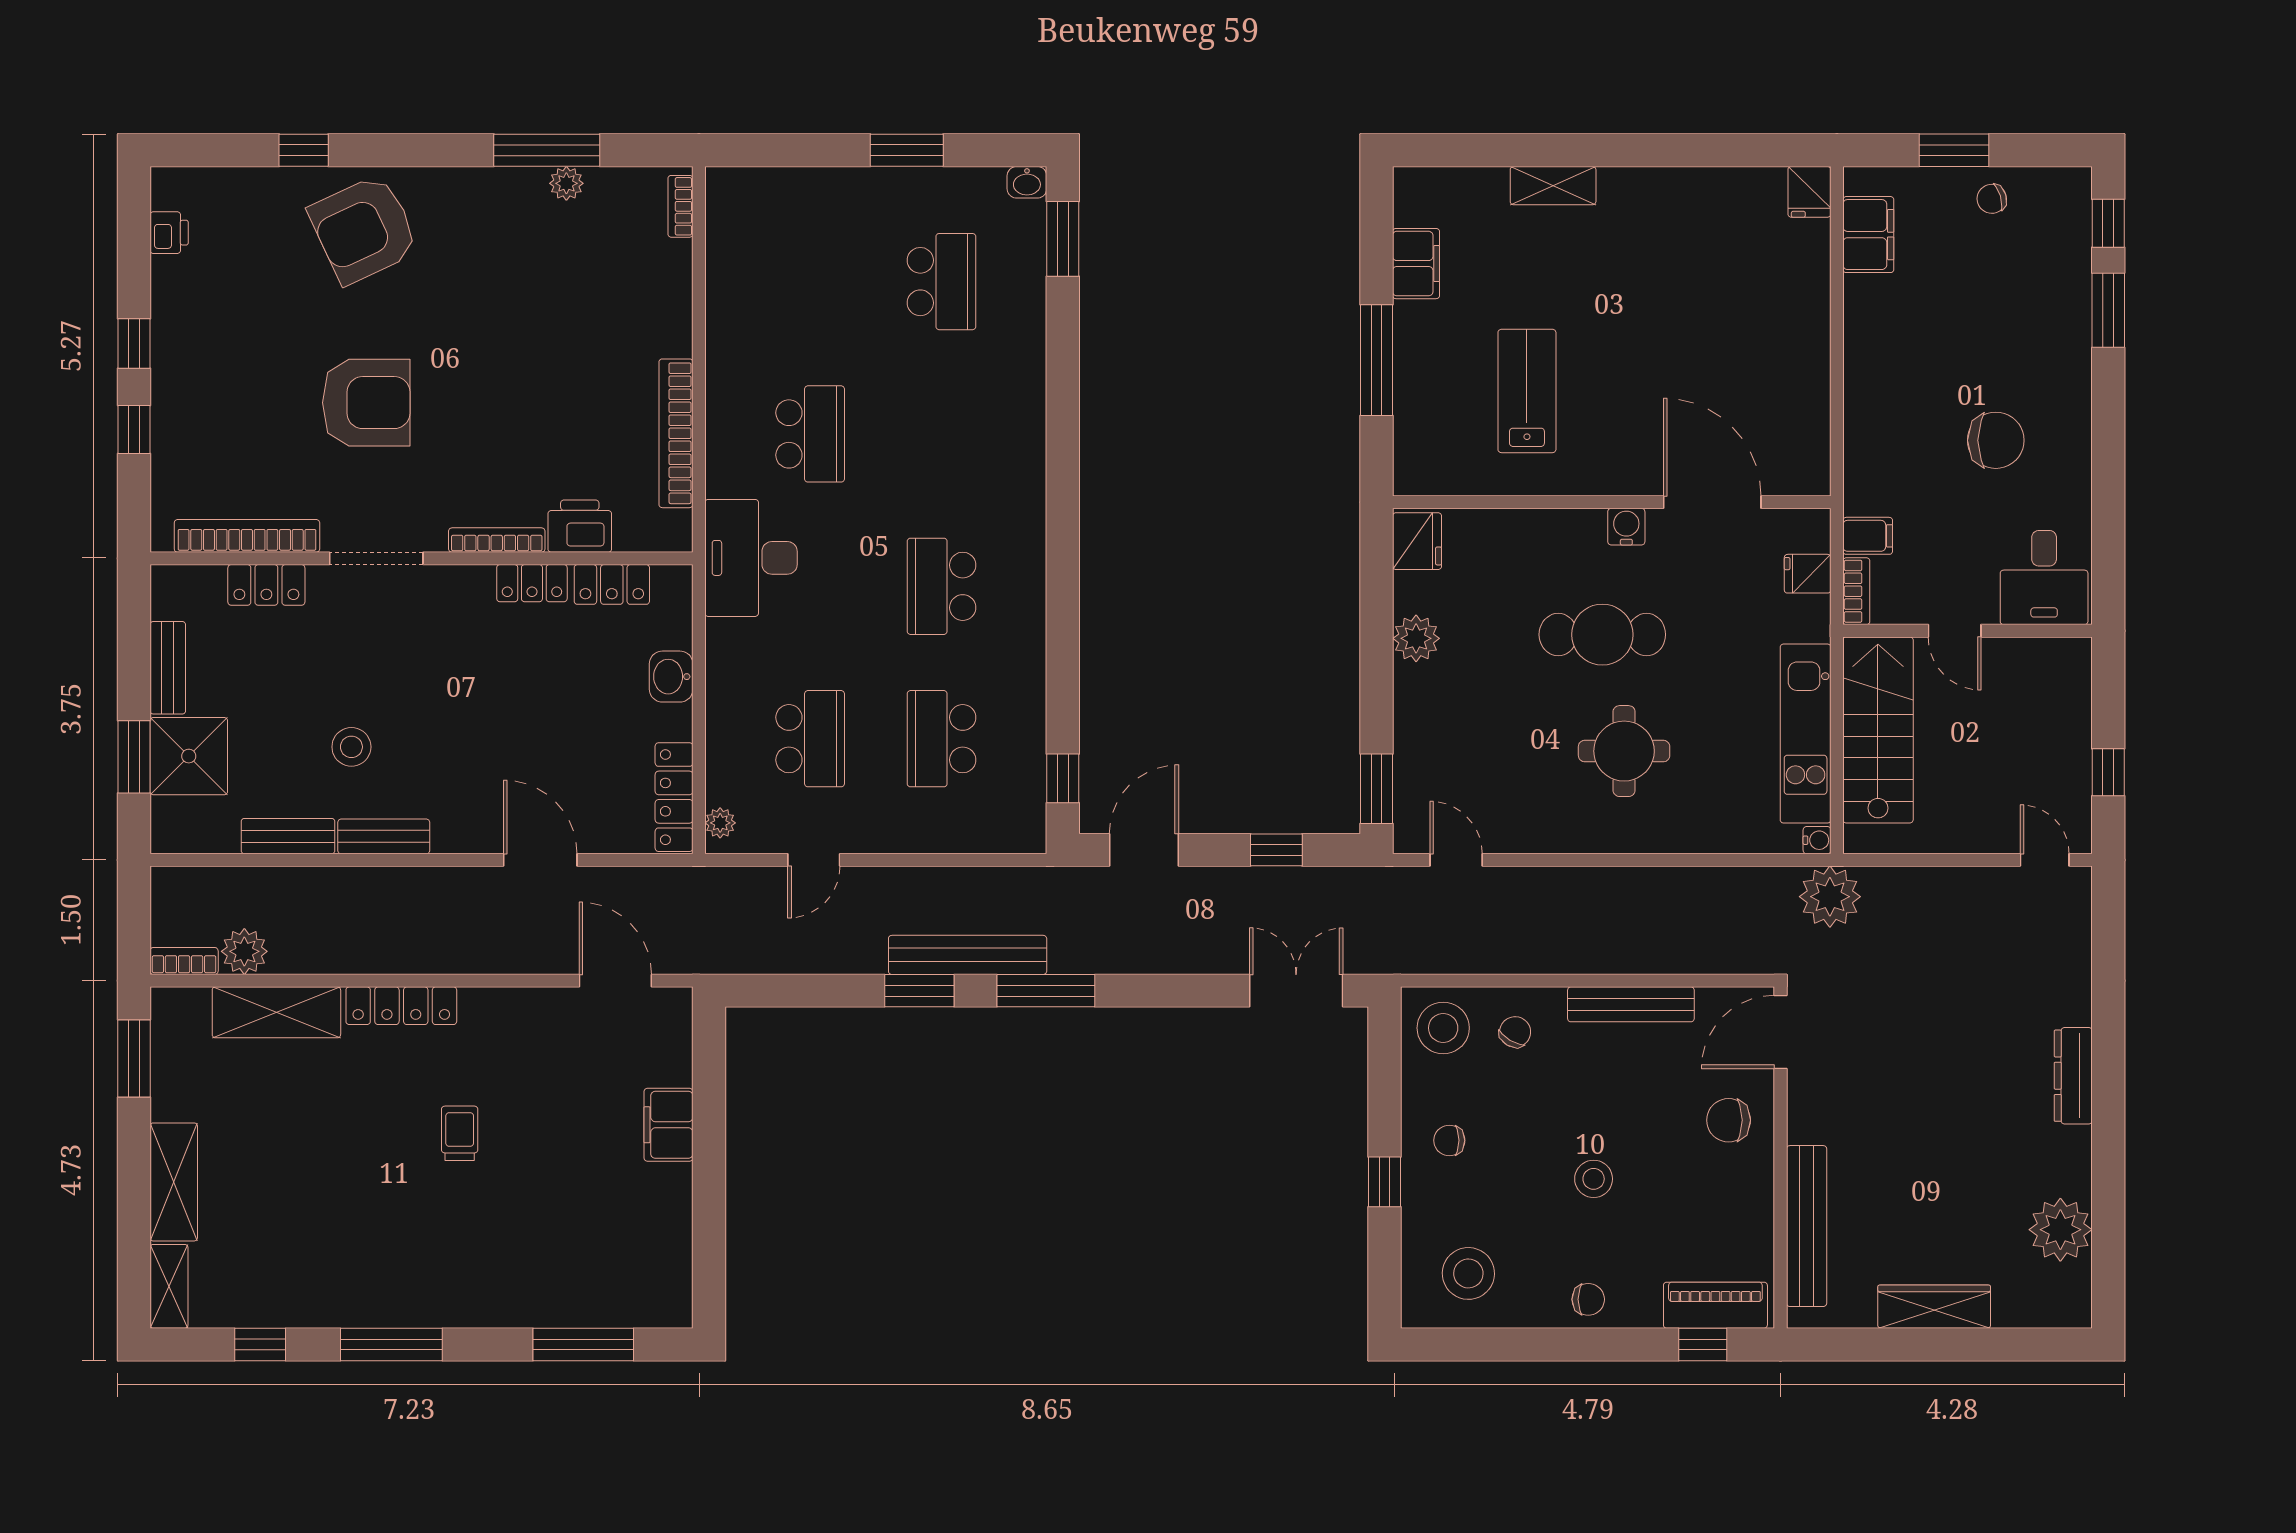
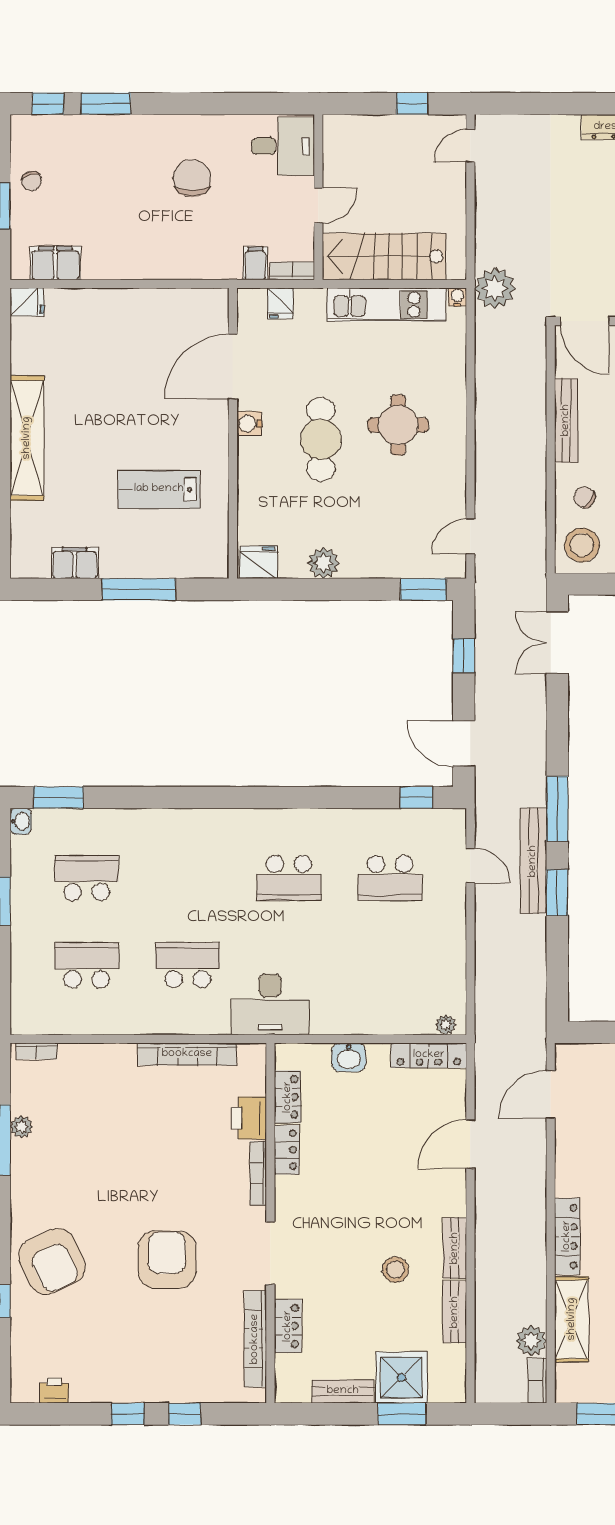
shelving: (1553, 186) -> (27, 438), width x2.20, depth x1.33
school desk: (810, 739) -> (87, 965), moved
door: (814, 860) -> (470, 866), moved

